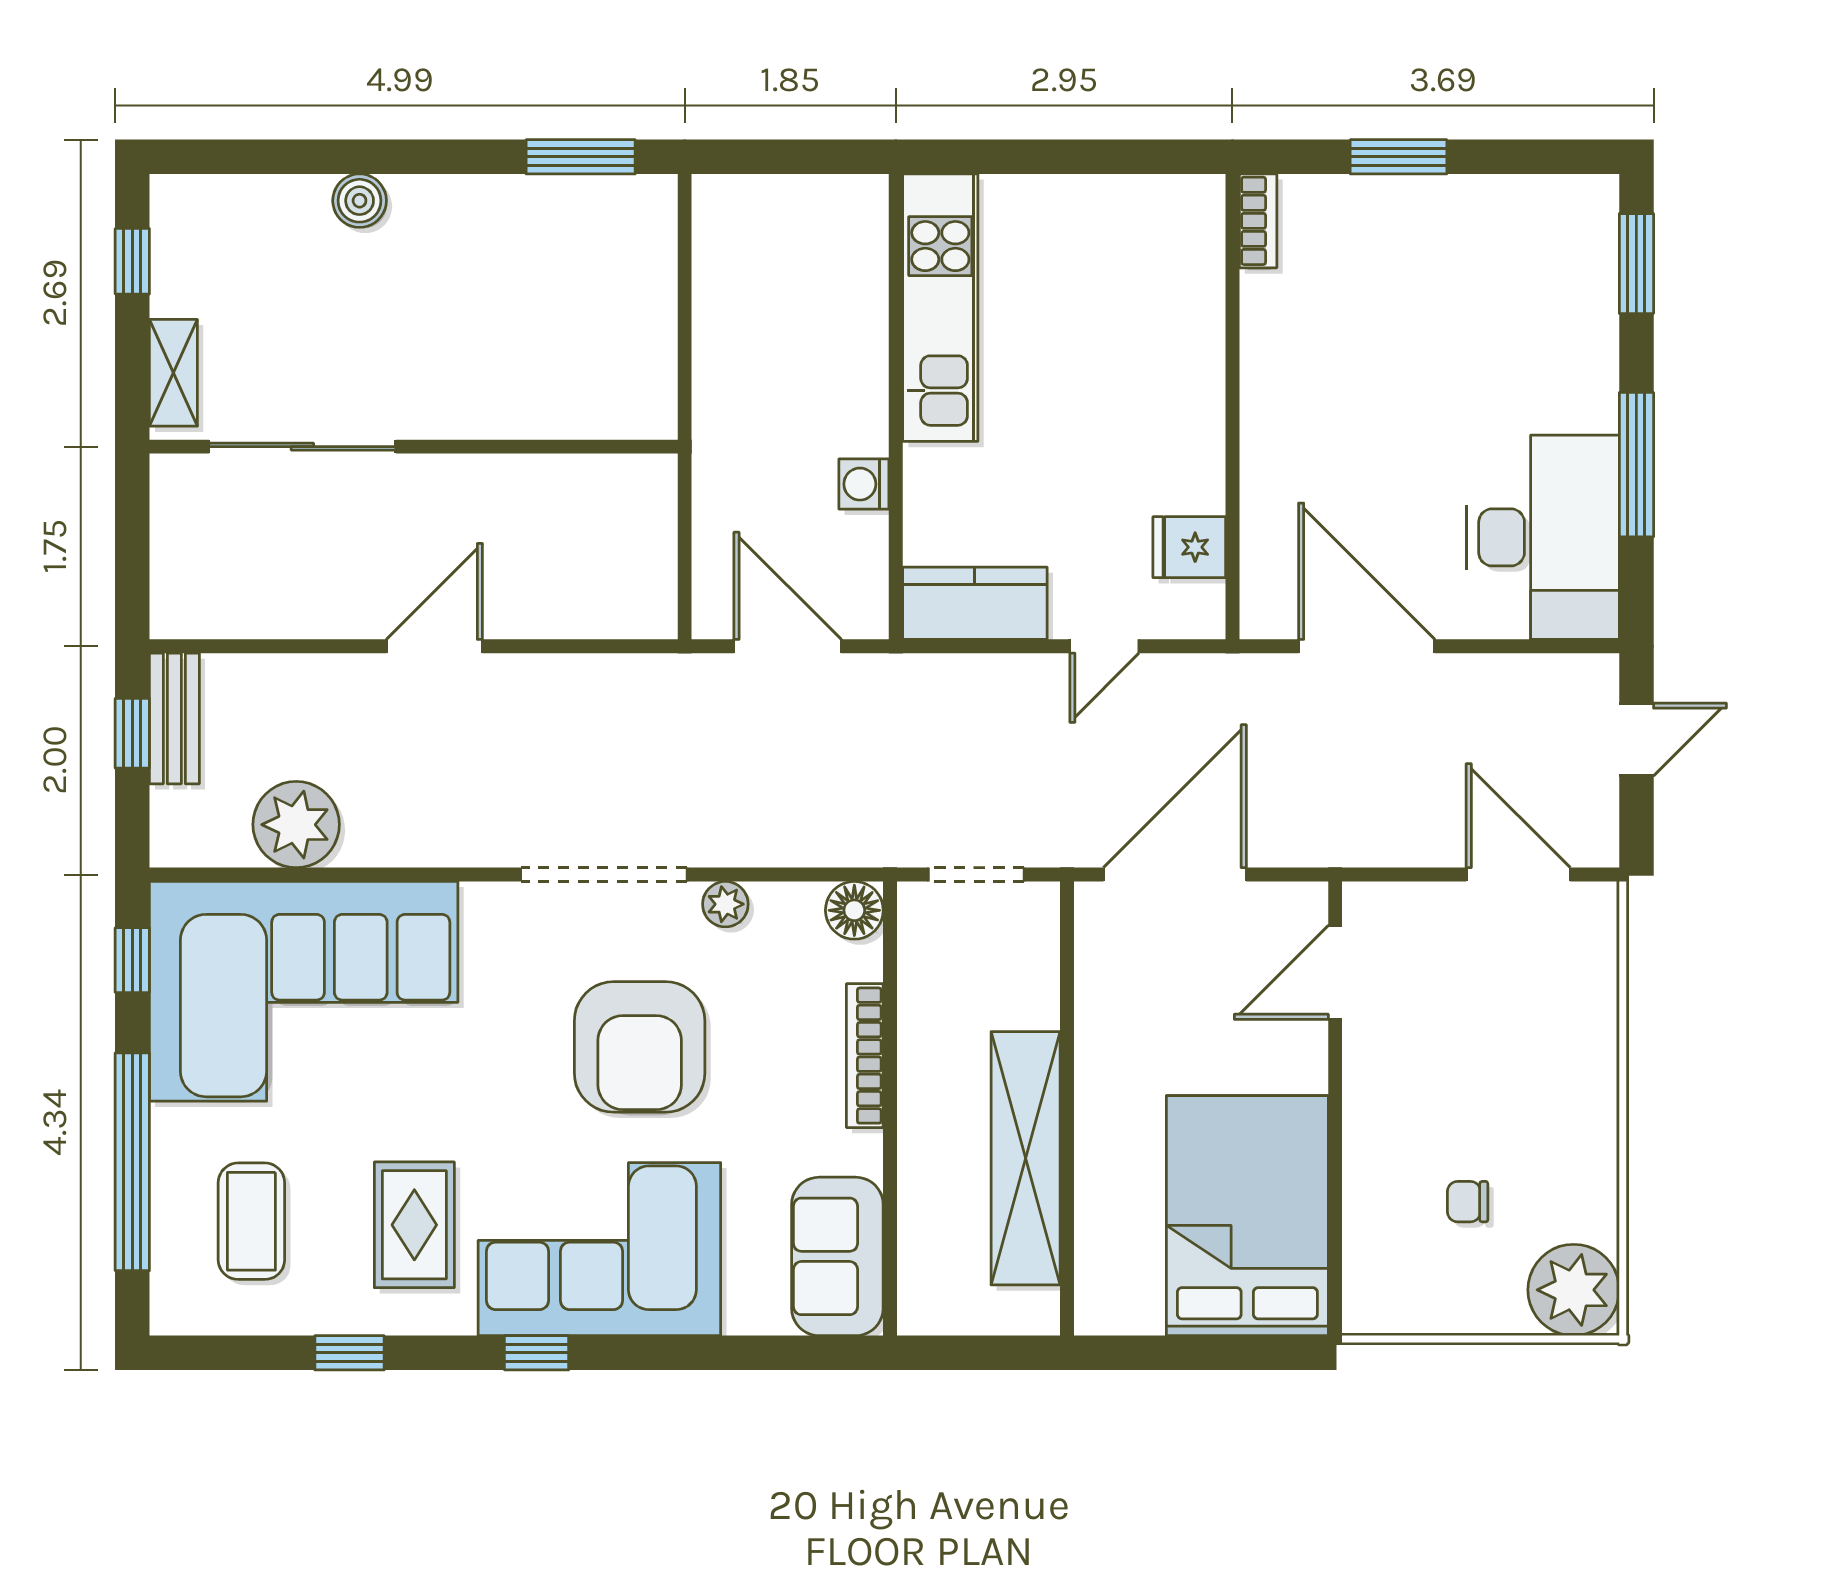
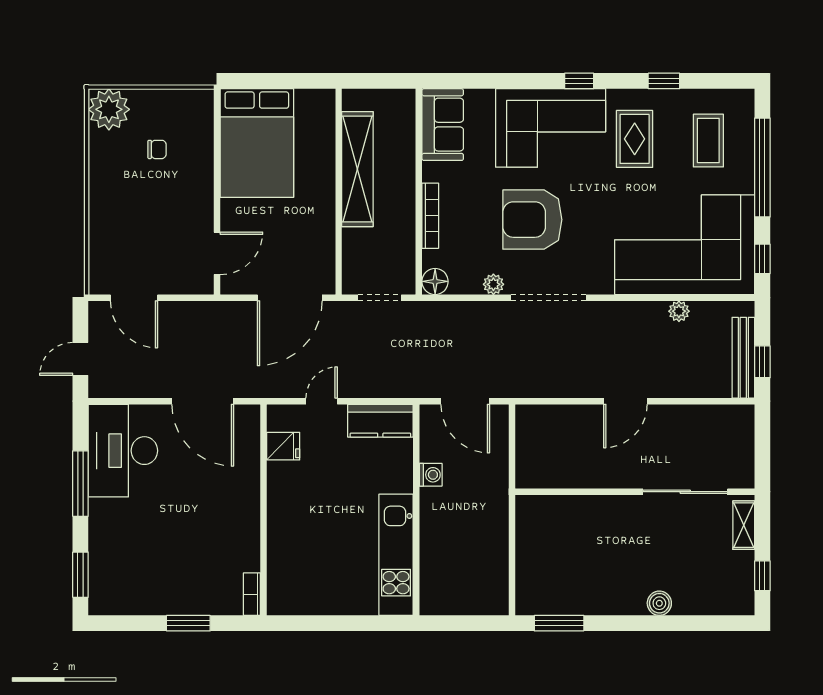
bench: (174, 718) -> (743, 358), width x1.36
plant: (296, 825) -> (679, 311), width x0.53, depth x0.53
armchair: (640, 1047) -> (532, 220), turned -90

